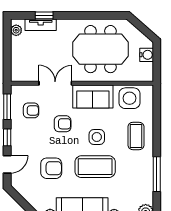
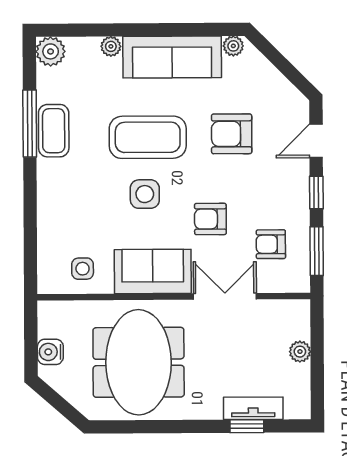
plant: (16, 30) -> (300, 352), moved
meeting table: (100, 49) -> (139, 362), turned 90
double door: (55, 83) -> (225, 296), swing flipped
side table: (129, 98) -> (83, 269), width x0.54, depth x0.54
coffee table: (136, 136) -> (54, 131), moved

